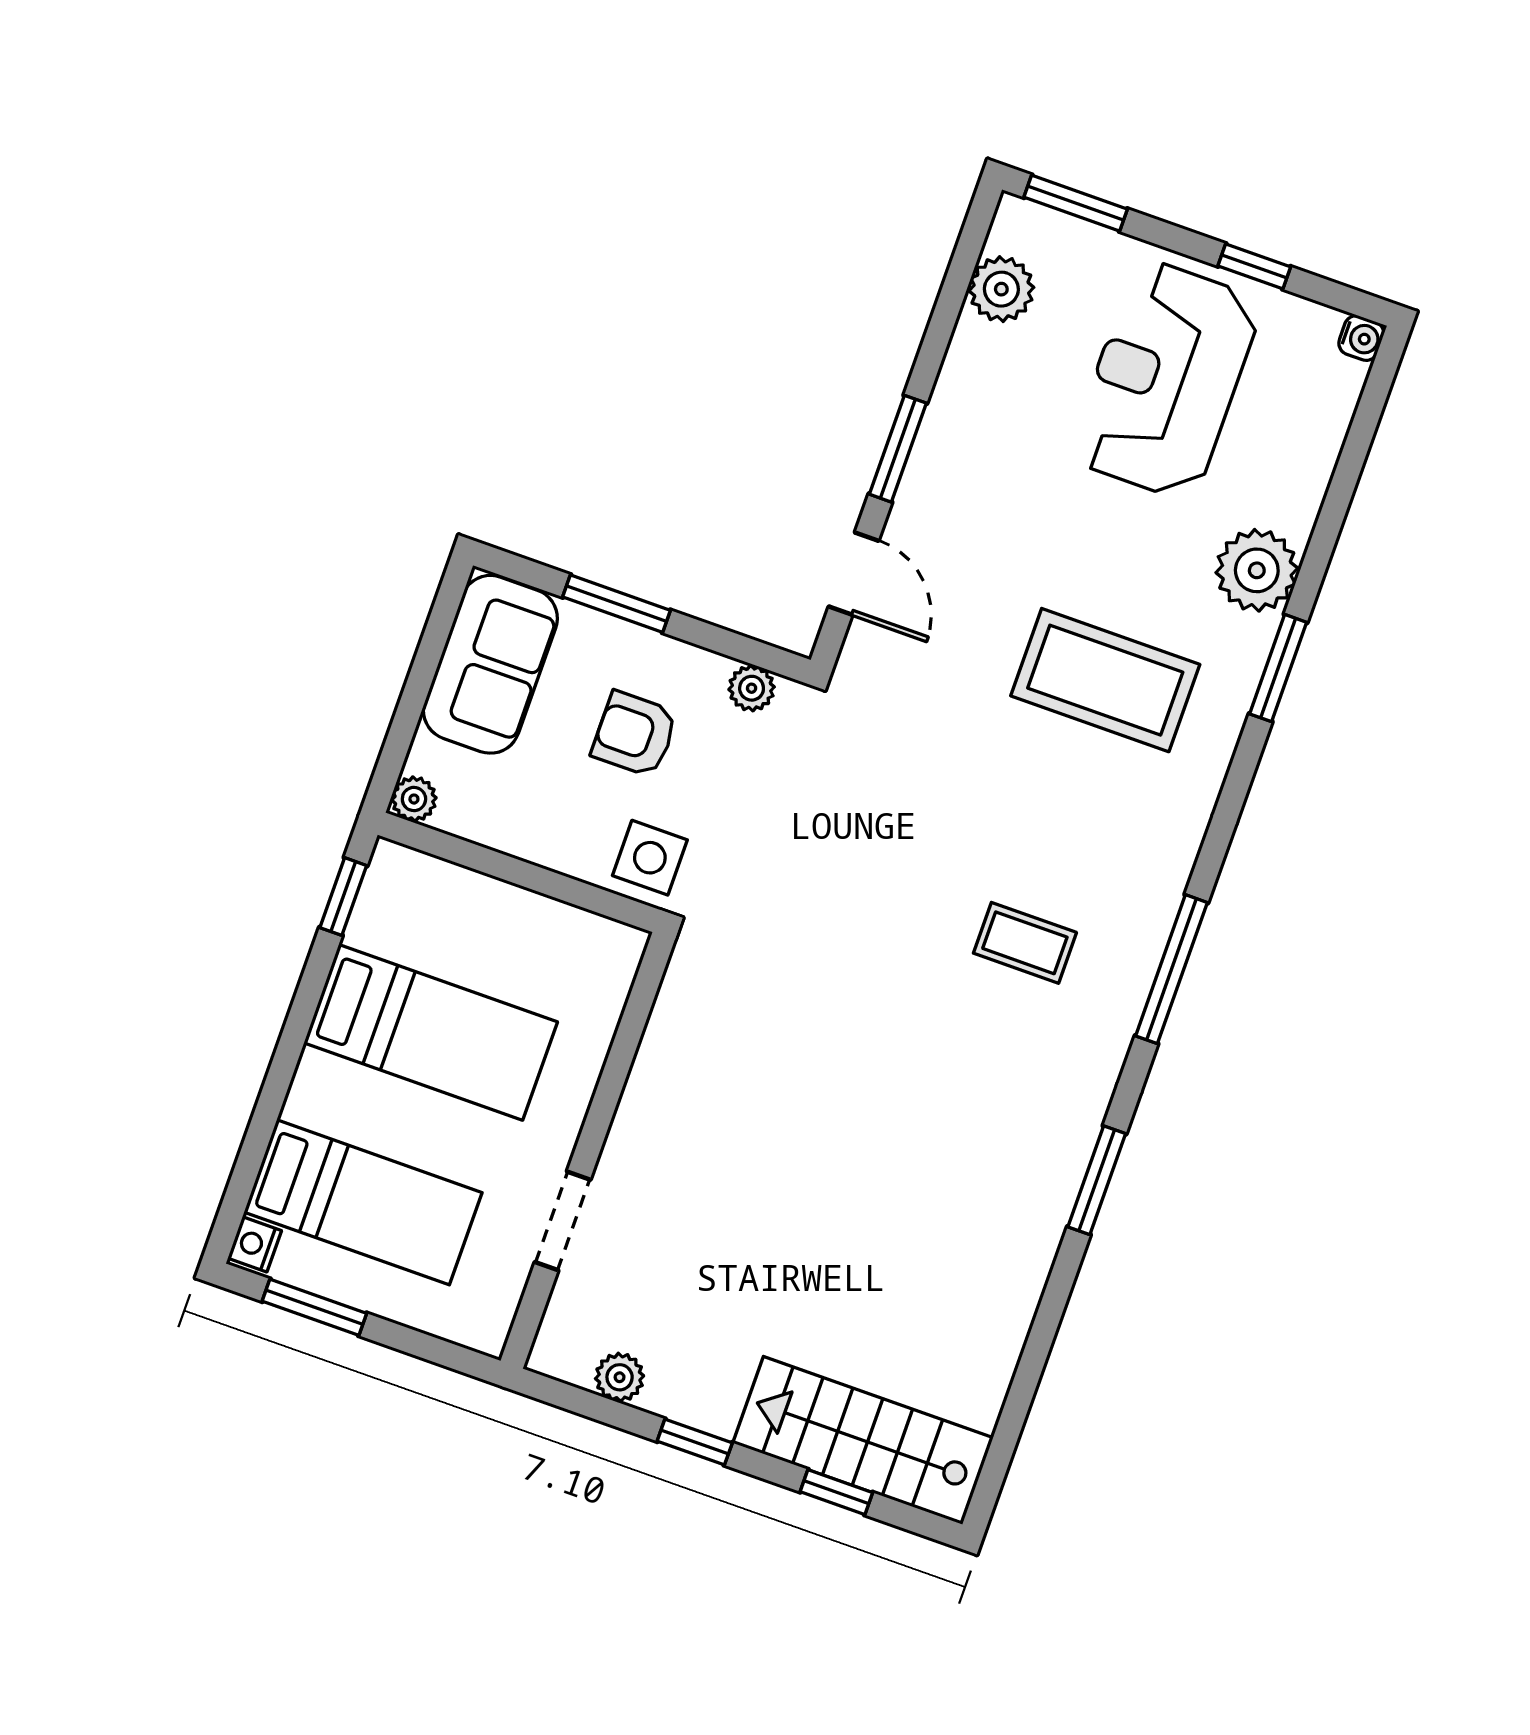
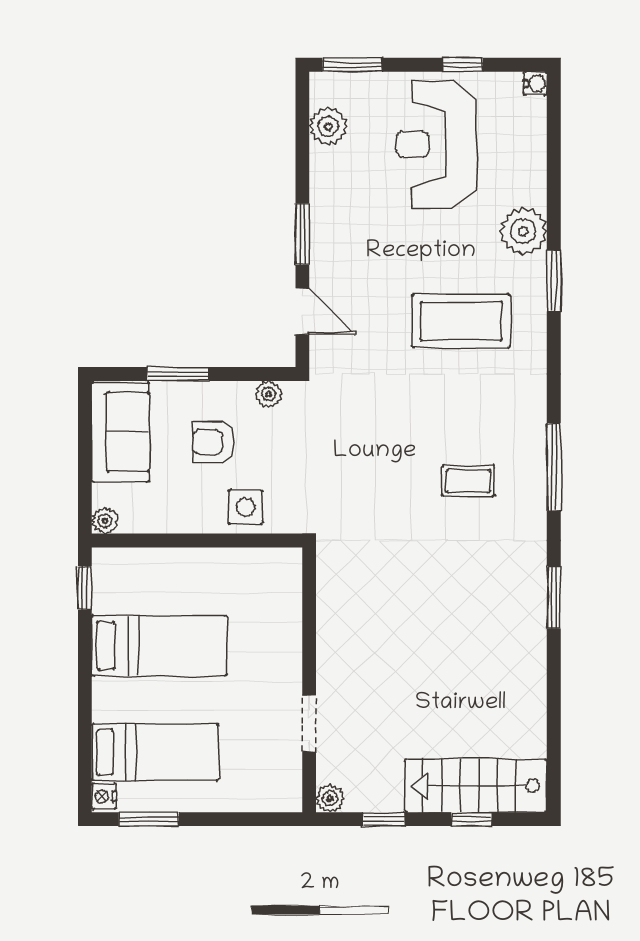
wall: (588, 1150) -> (309, 680), moved
doorway: (563, 1221) -> (309, 724), moved

